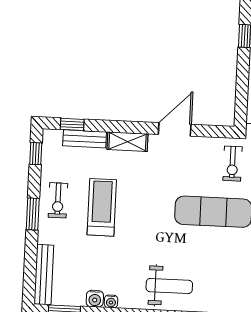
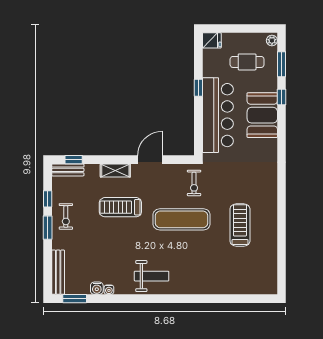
bench: (85, 139) -> (68, 170), moved
window: (36, 154) -> (48, 199), moved
treadmill: (102, 207) -> (120, 207), moved, turned -90

